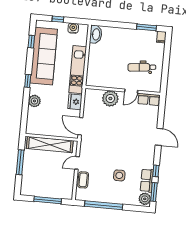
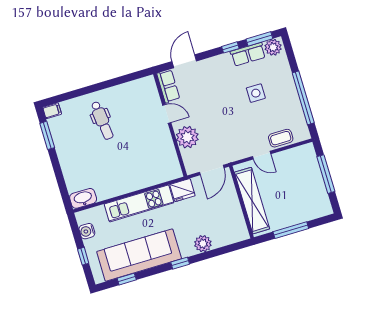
wall: (123, 90) -> (170, 125), moved
door: (131, 91) -> (167, 114), moved
plant: (110, 98) -> (187, 137), moved
row of seats: (149, 99) -> (168, 86), moved

